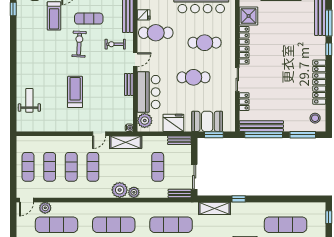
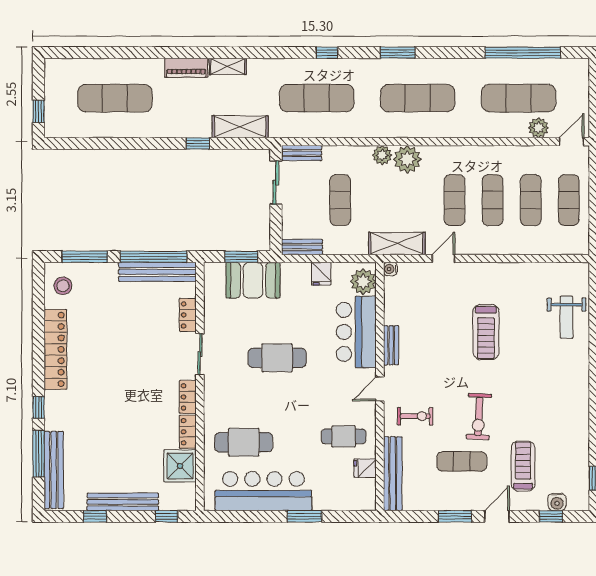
cafe table: (156, 33) -> (344, 436), width x0.73, depth x0.74
cafe table: (205, 43) -> (244, 442), moved
fridge: (173, 123) -> (321, 274), width x0.53, depth x0.75

